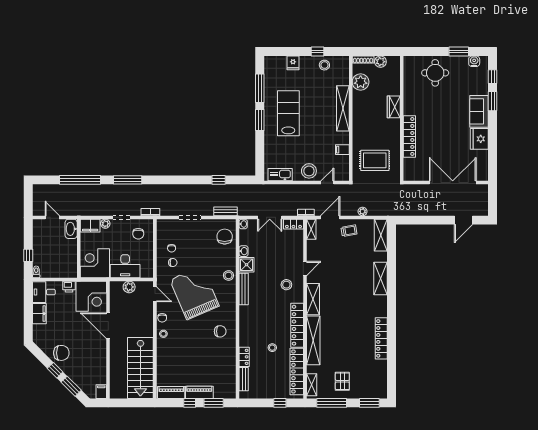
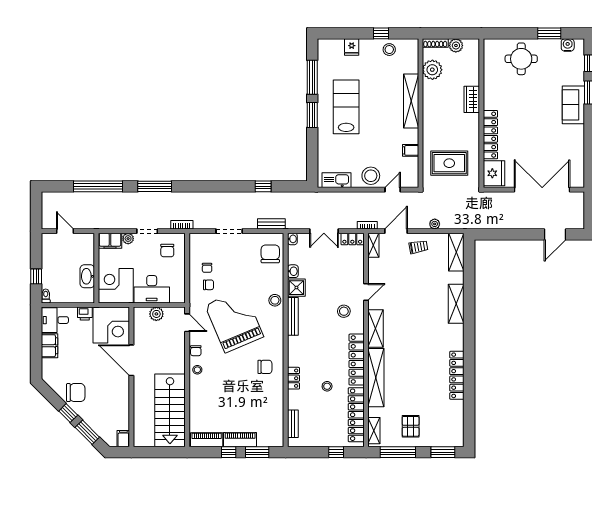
fridge: (479, 139) -> (494, 173), moved, turned 180
washbasin: (71, 229) -> (87, 276), moved
locker: (244, 357) -> (293, 378), moved

